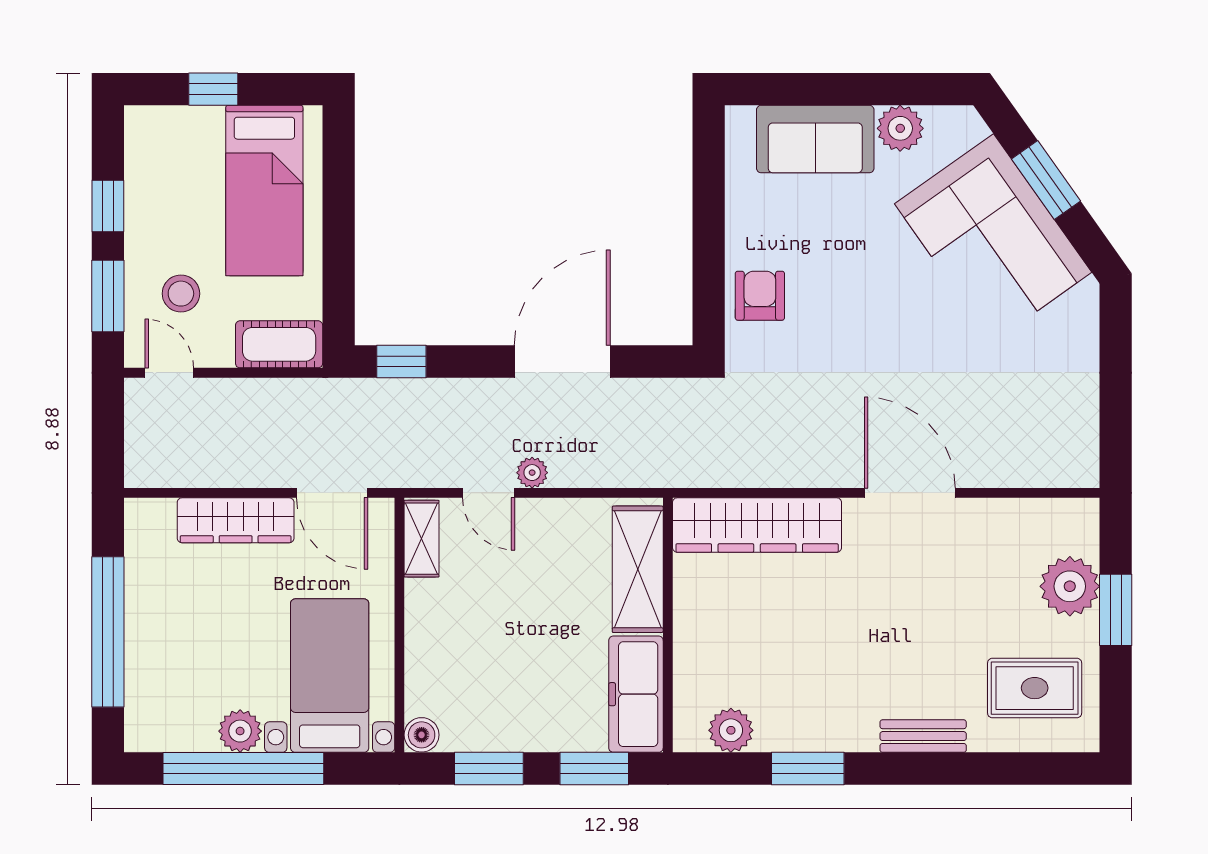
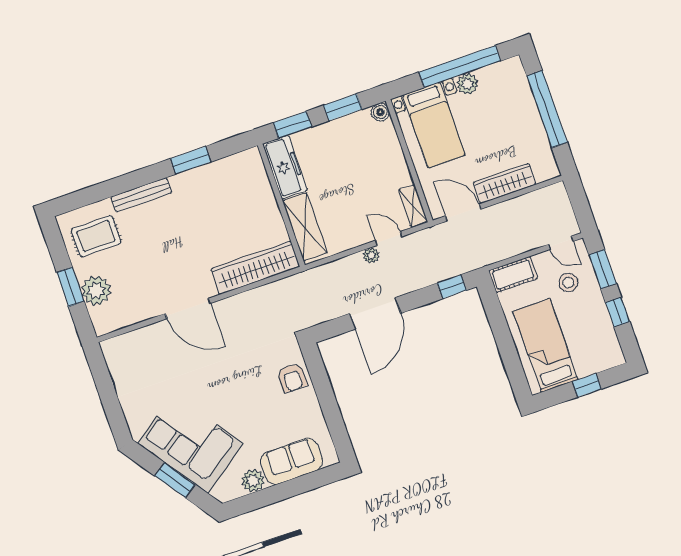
plant: (731, 730) -> (234, 166), removed
bench: (923, 736) -> (141, 195), width x1.36

